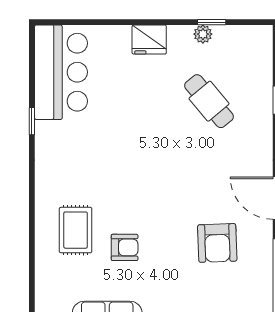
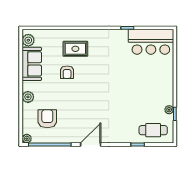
fridge: (149, 40) -> (167, 84), removed
cafe table: (209, 101) -> (153, 130), moved, turned 40
armchair: (217, 243) -> (47, 119), moved, turned 92

